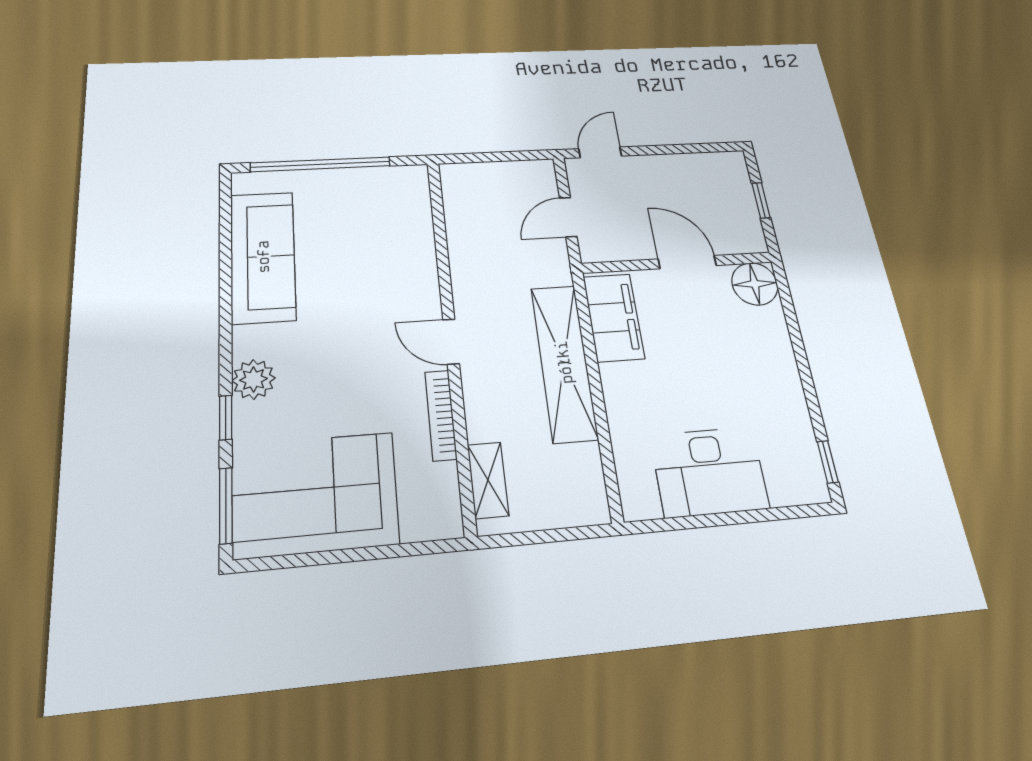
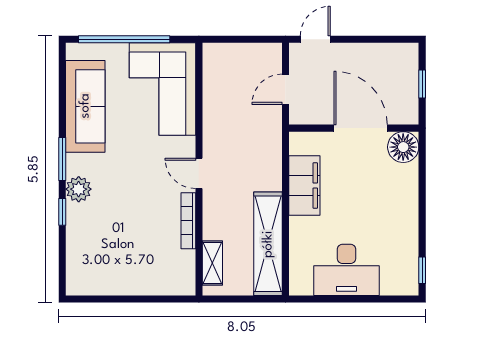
door: (687, 262) -> (361, 128), width x1.36
filing cabinet: (614, 317) -> (304, 186), moved
shelving: (564, 362) -> (268, 244), moved
corner sofa: (315, 494) -> (162, 89), moved, turned -90
window: (226, 505) -> (62, 159), moved

